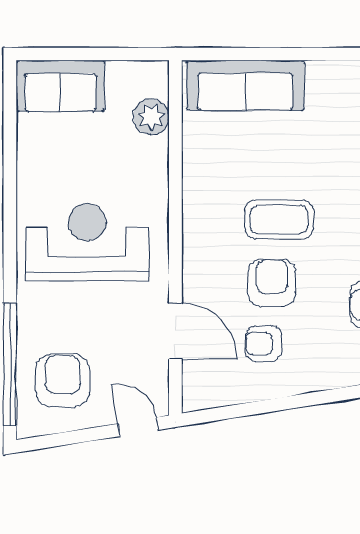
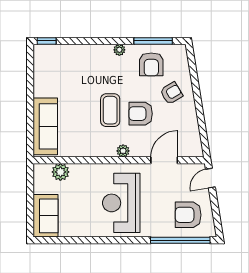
plant: (195, 246) -> (123, 151), added
armchair: (264, 344) -> (171, 93), moved, turned -121

